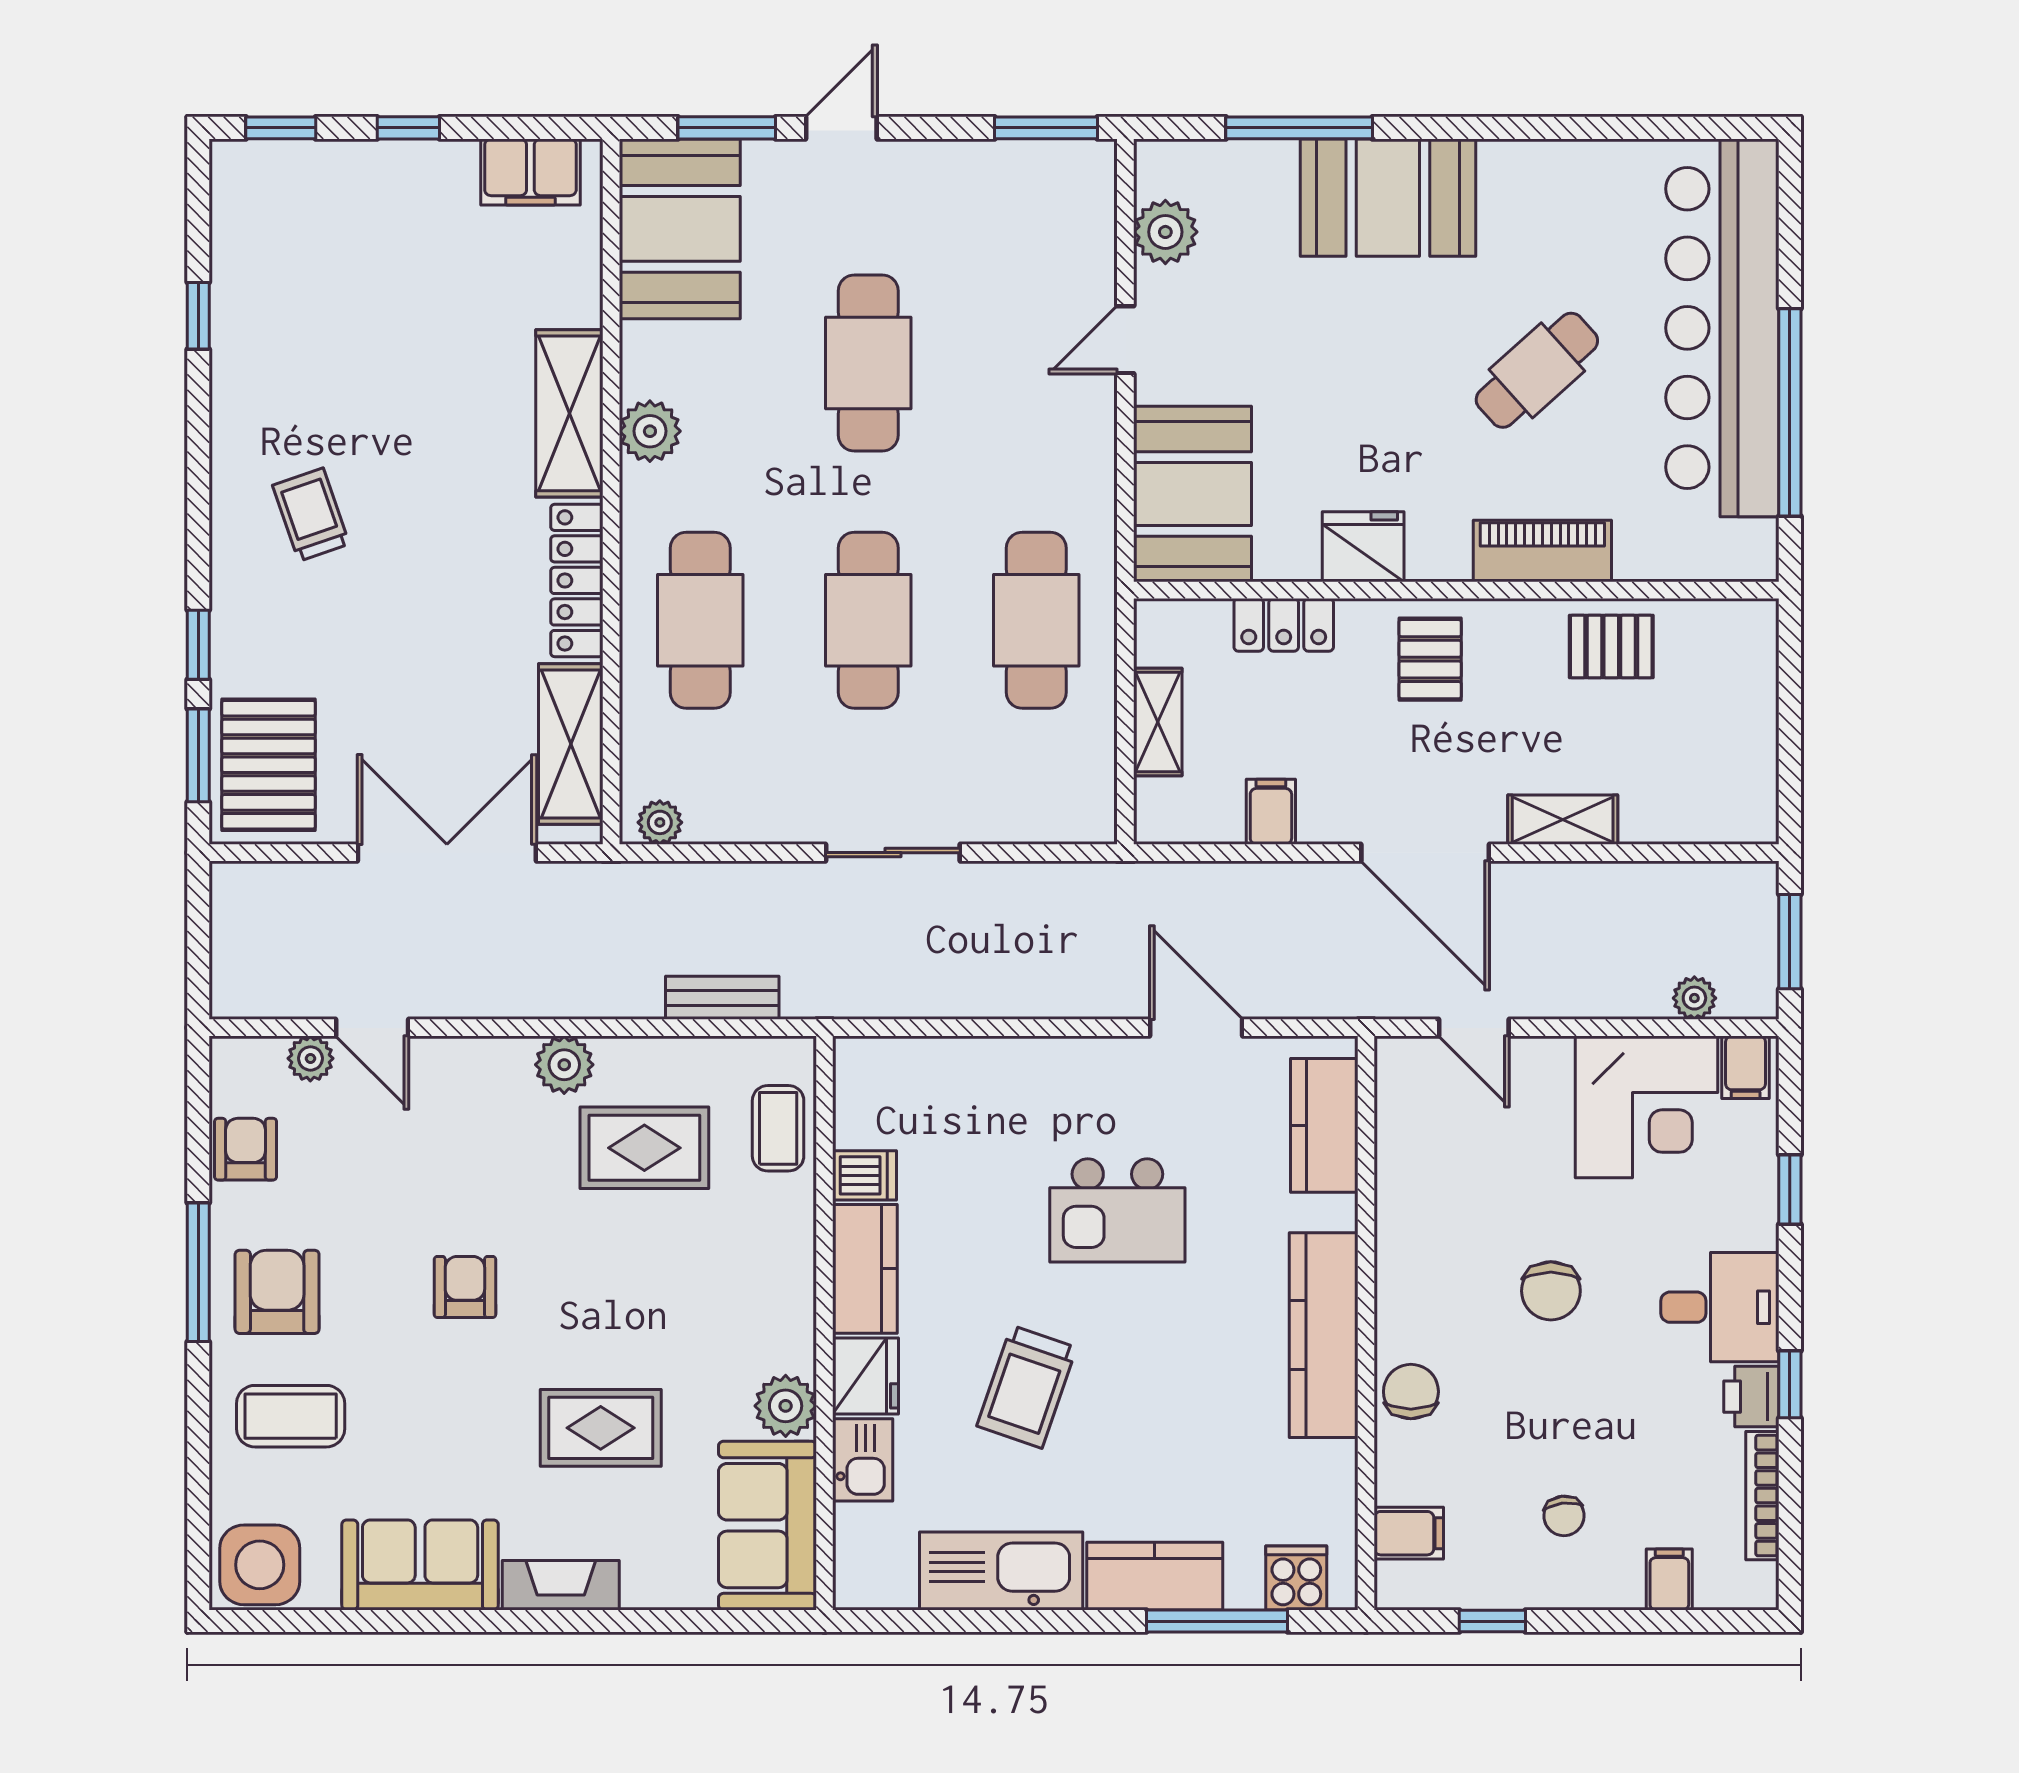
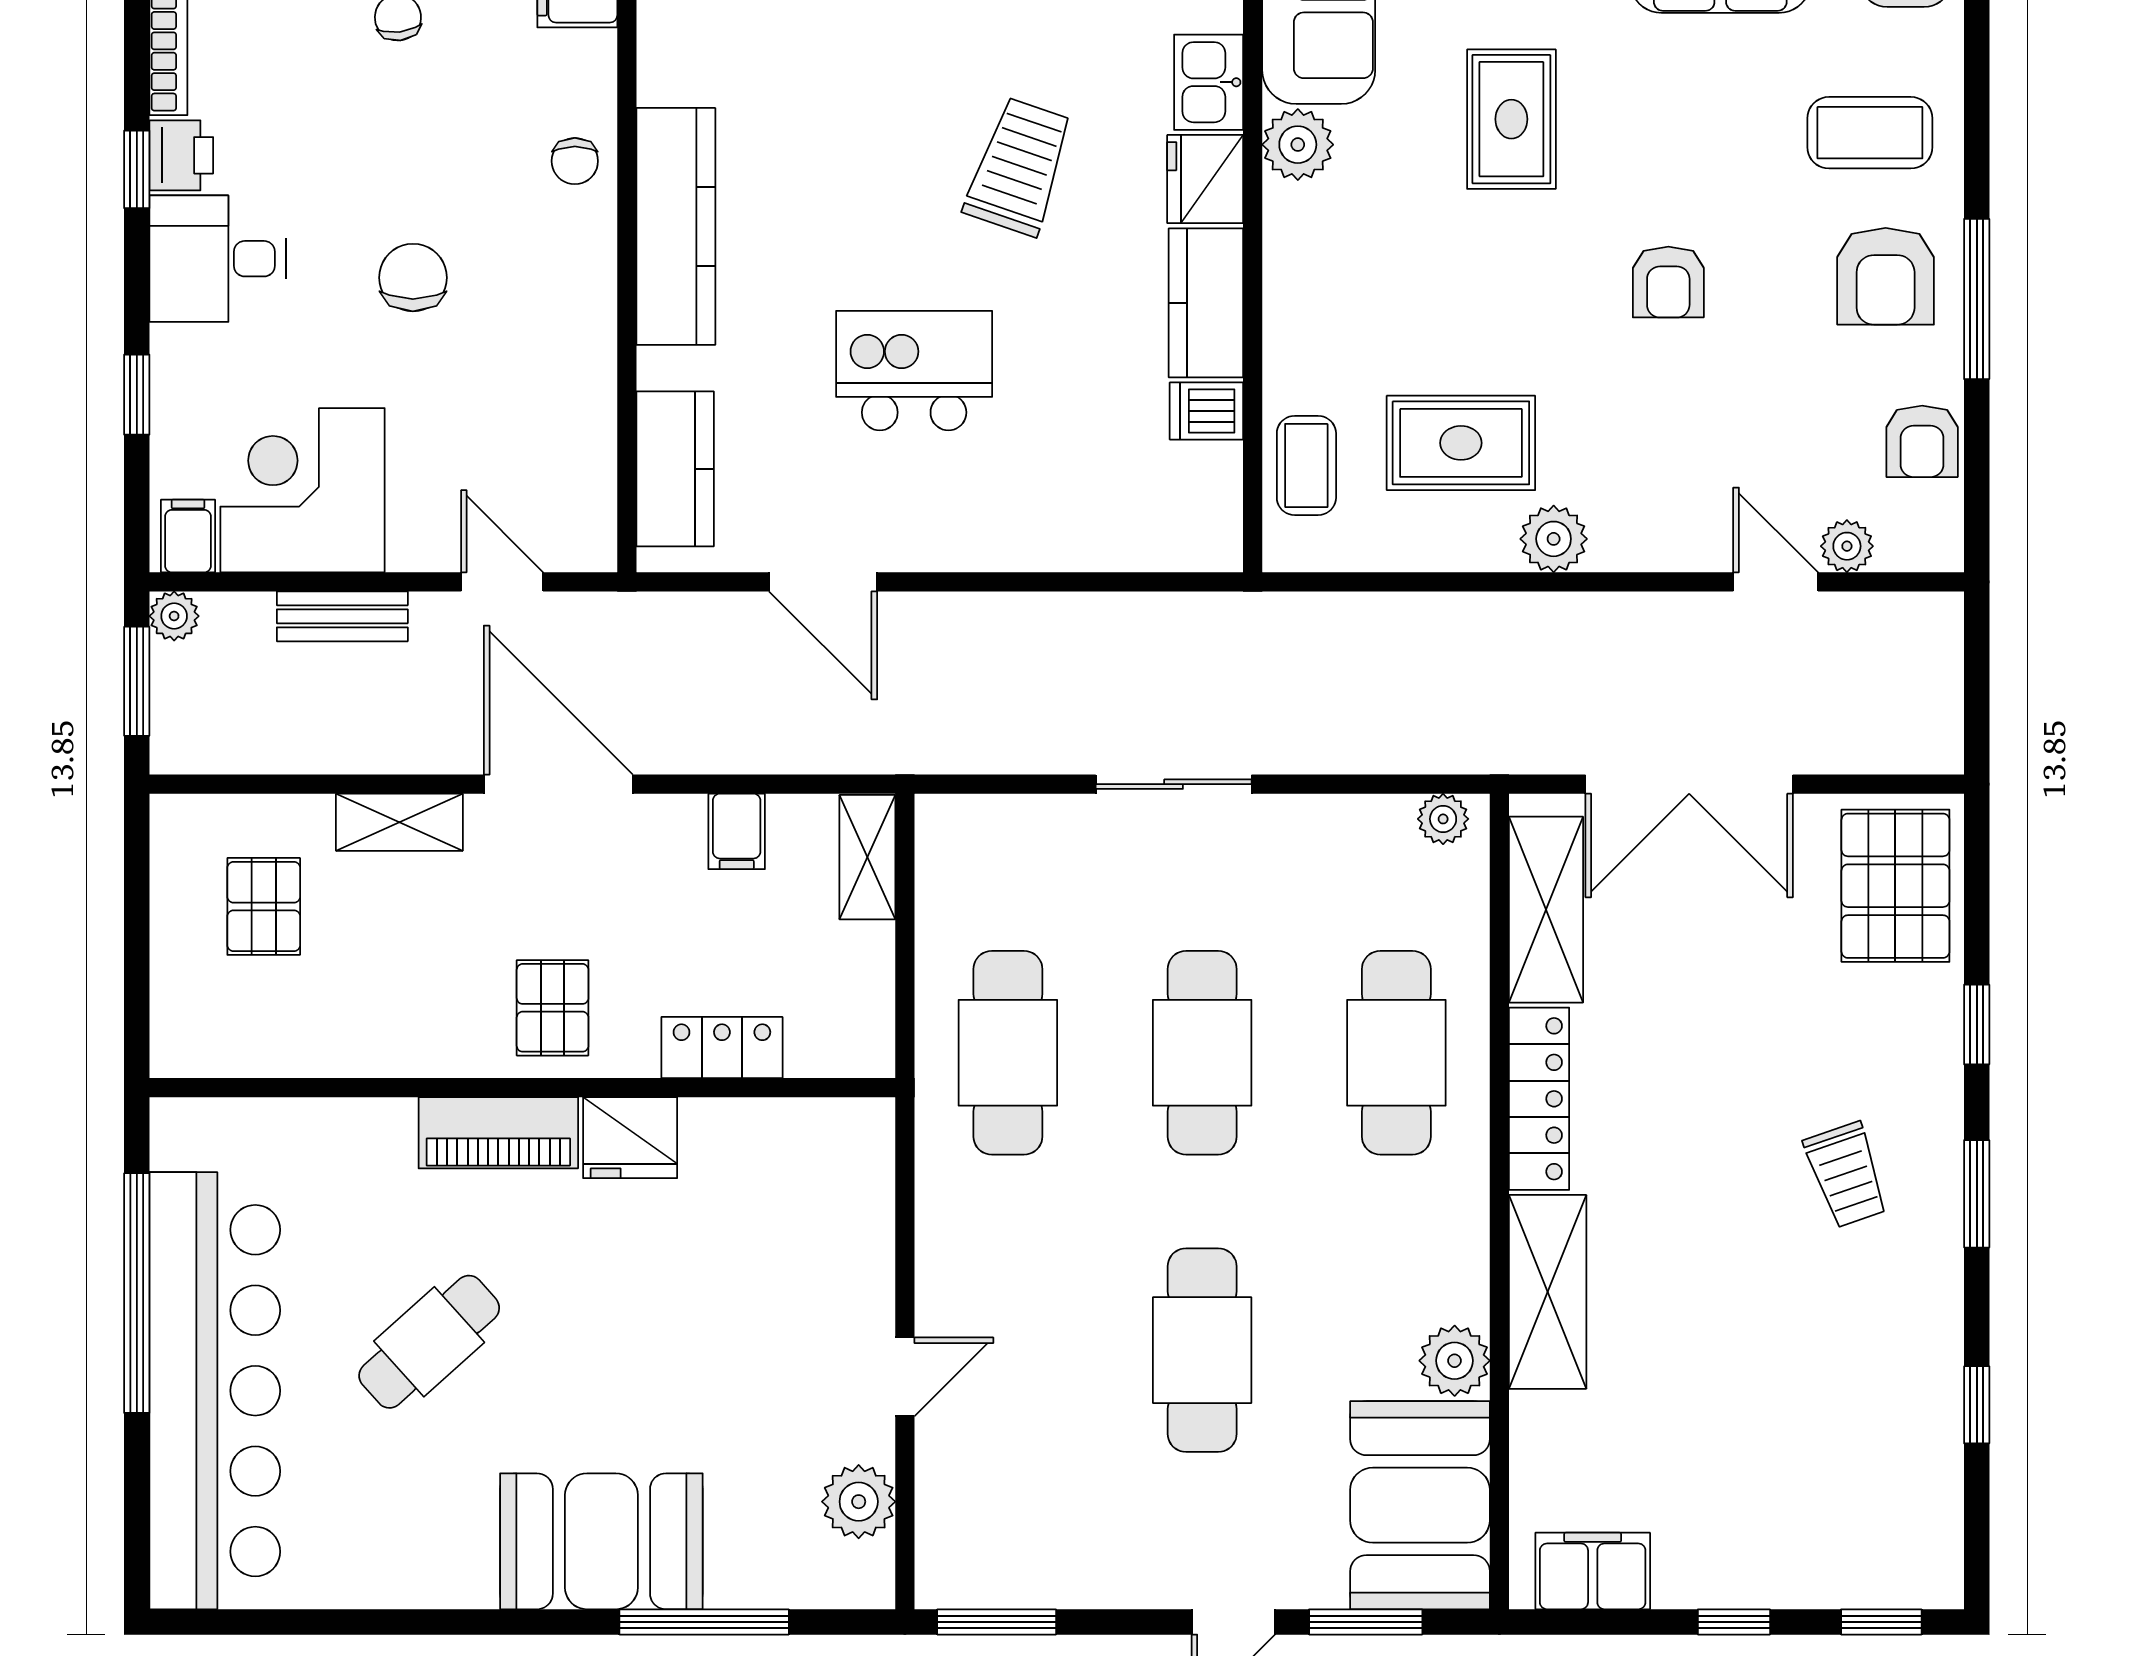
plant: (650, 431) -> (1455, 1361), moved
booth: (1193, 494) -> (827, 1199), removed
piano: (1542, 551) -> (498, 1133), moved
pallet: (1611, 647) -> (264, 906), moved, turned 90
shelving: (1158, 722) -> (867, 857), moved
window: (198, 755) -> (1977, 1194), moved
bench: (722, 998) -> (342, 616), moved
plant: (1694, 998) -> (174, 616), moved
chair: (1411, 1392) -> (575, 161), width x0.73, depth x0.73
rug: (601, 1428) -> (1511, 119), turned 90

